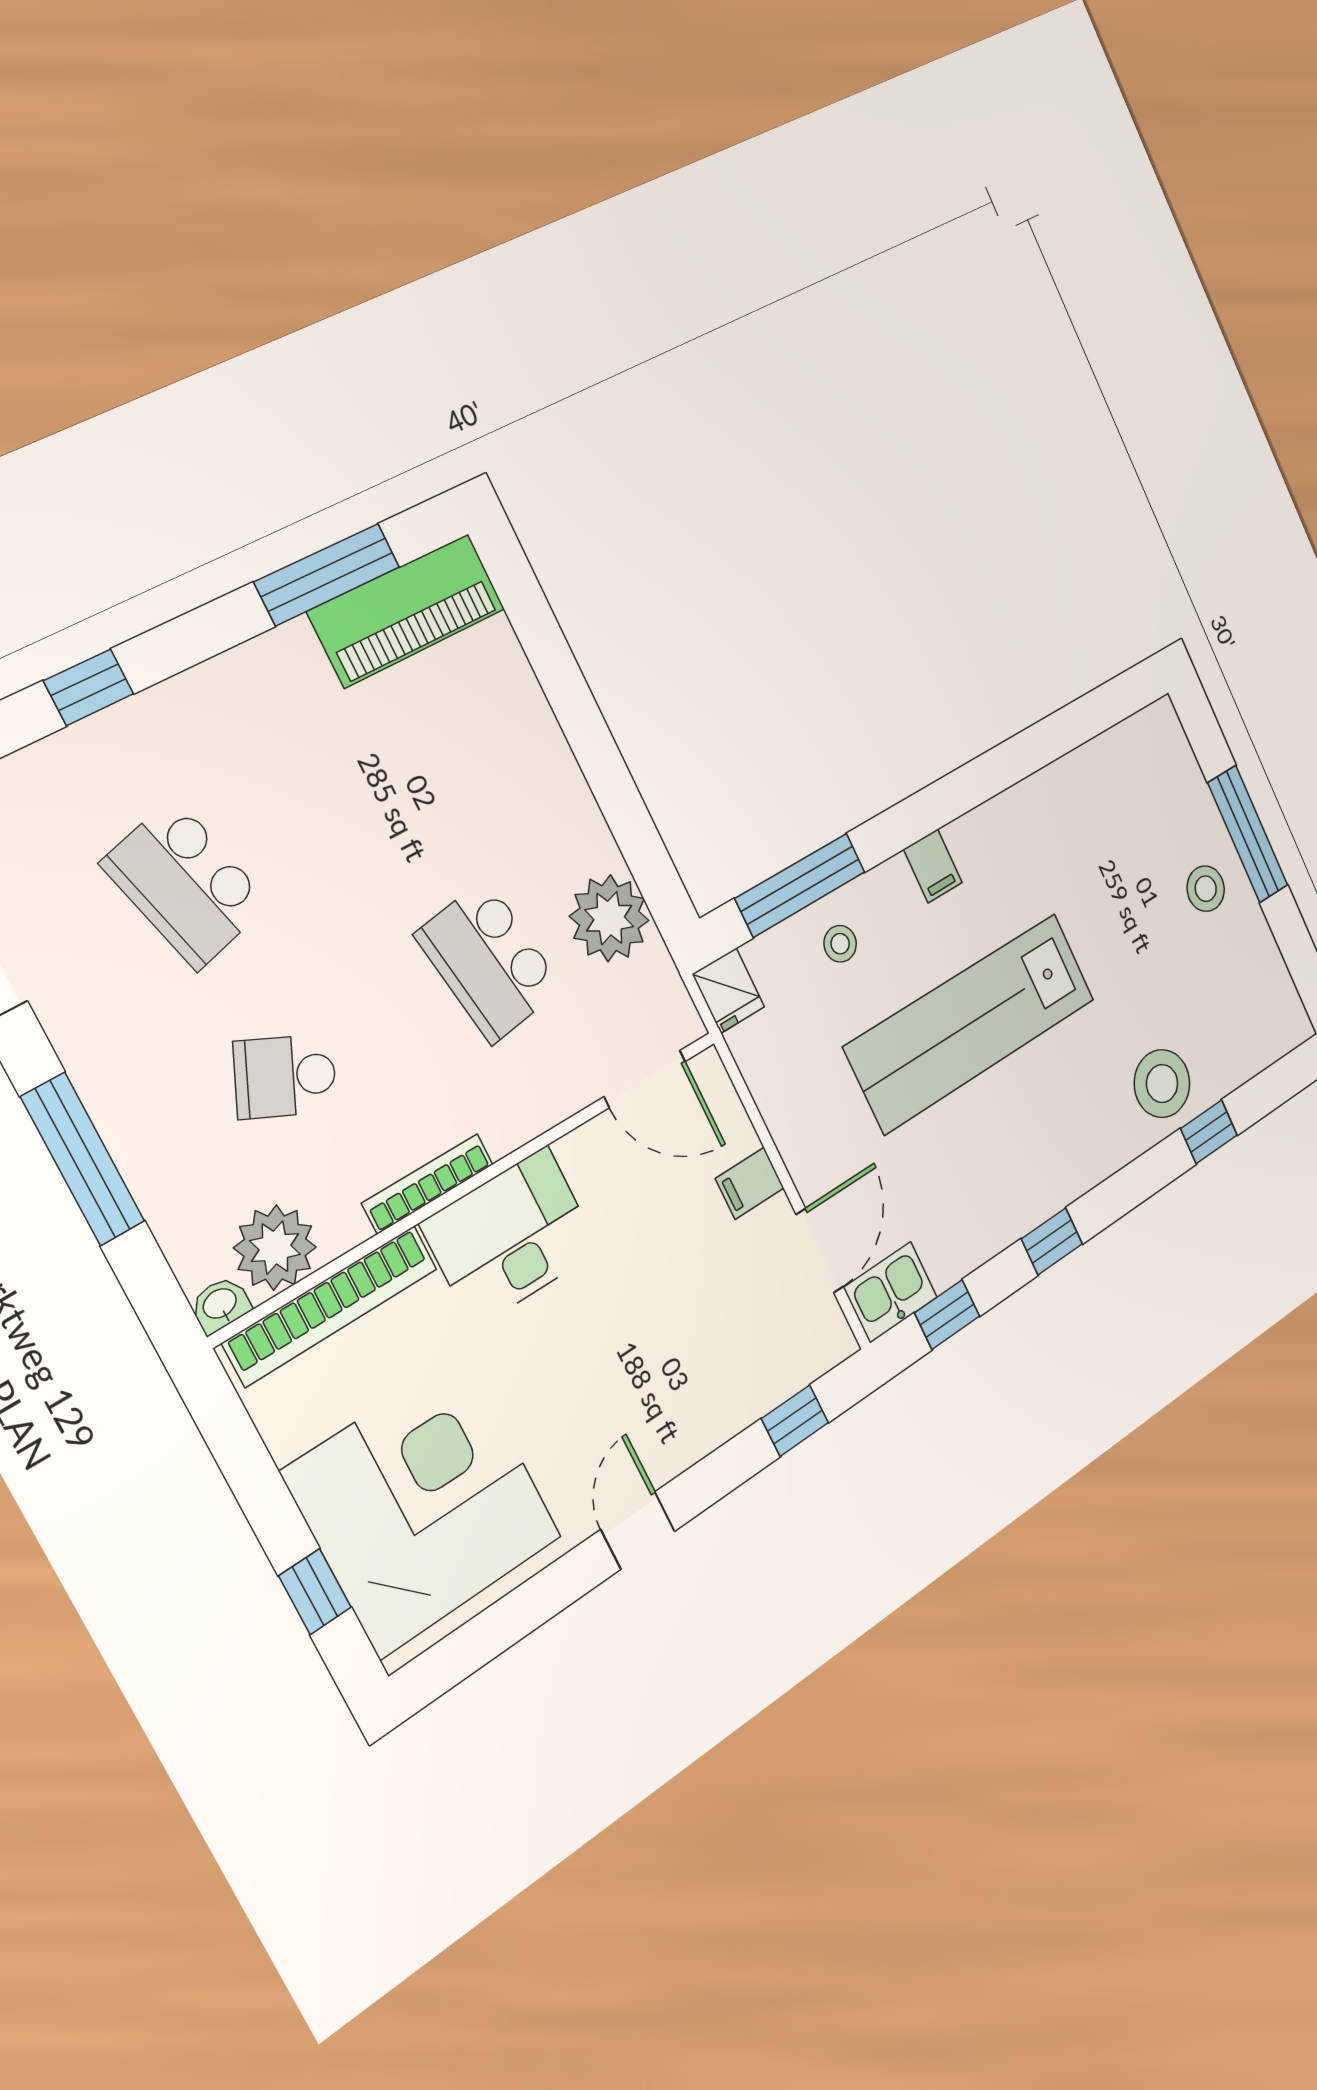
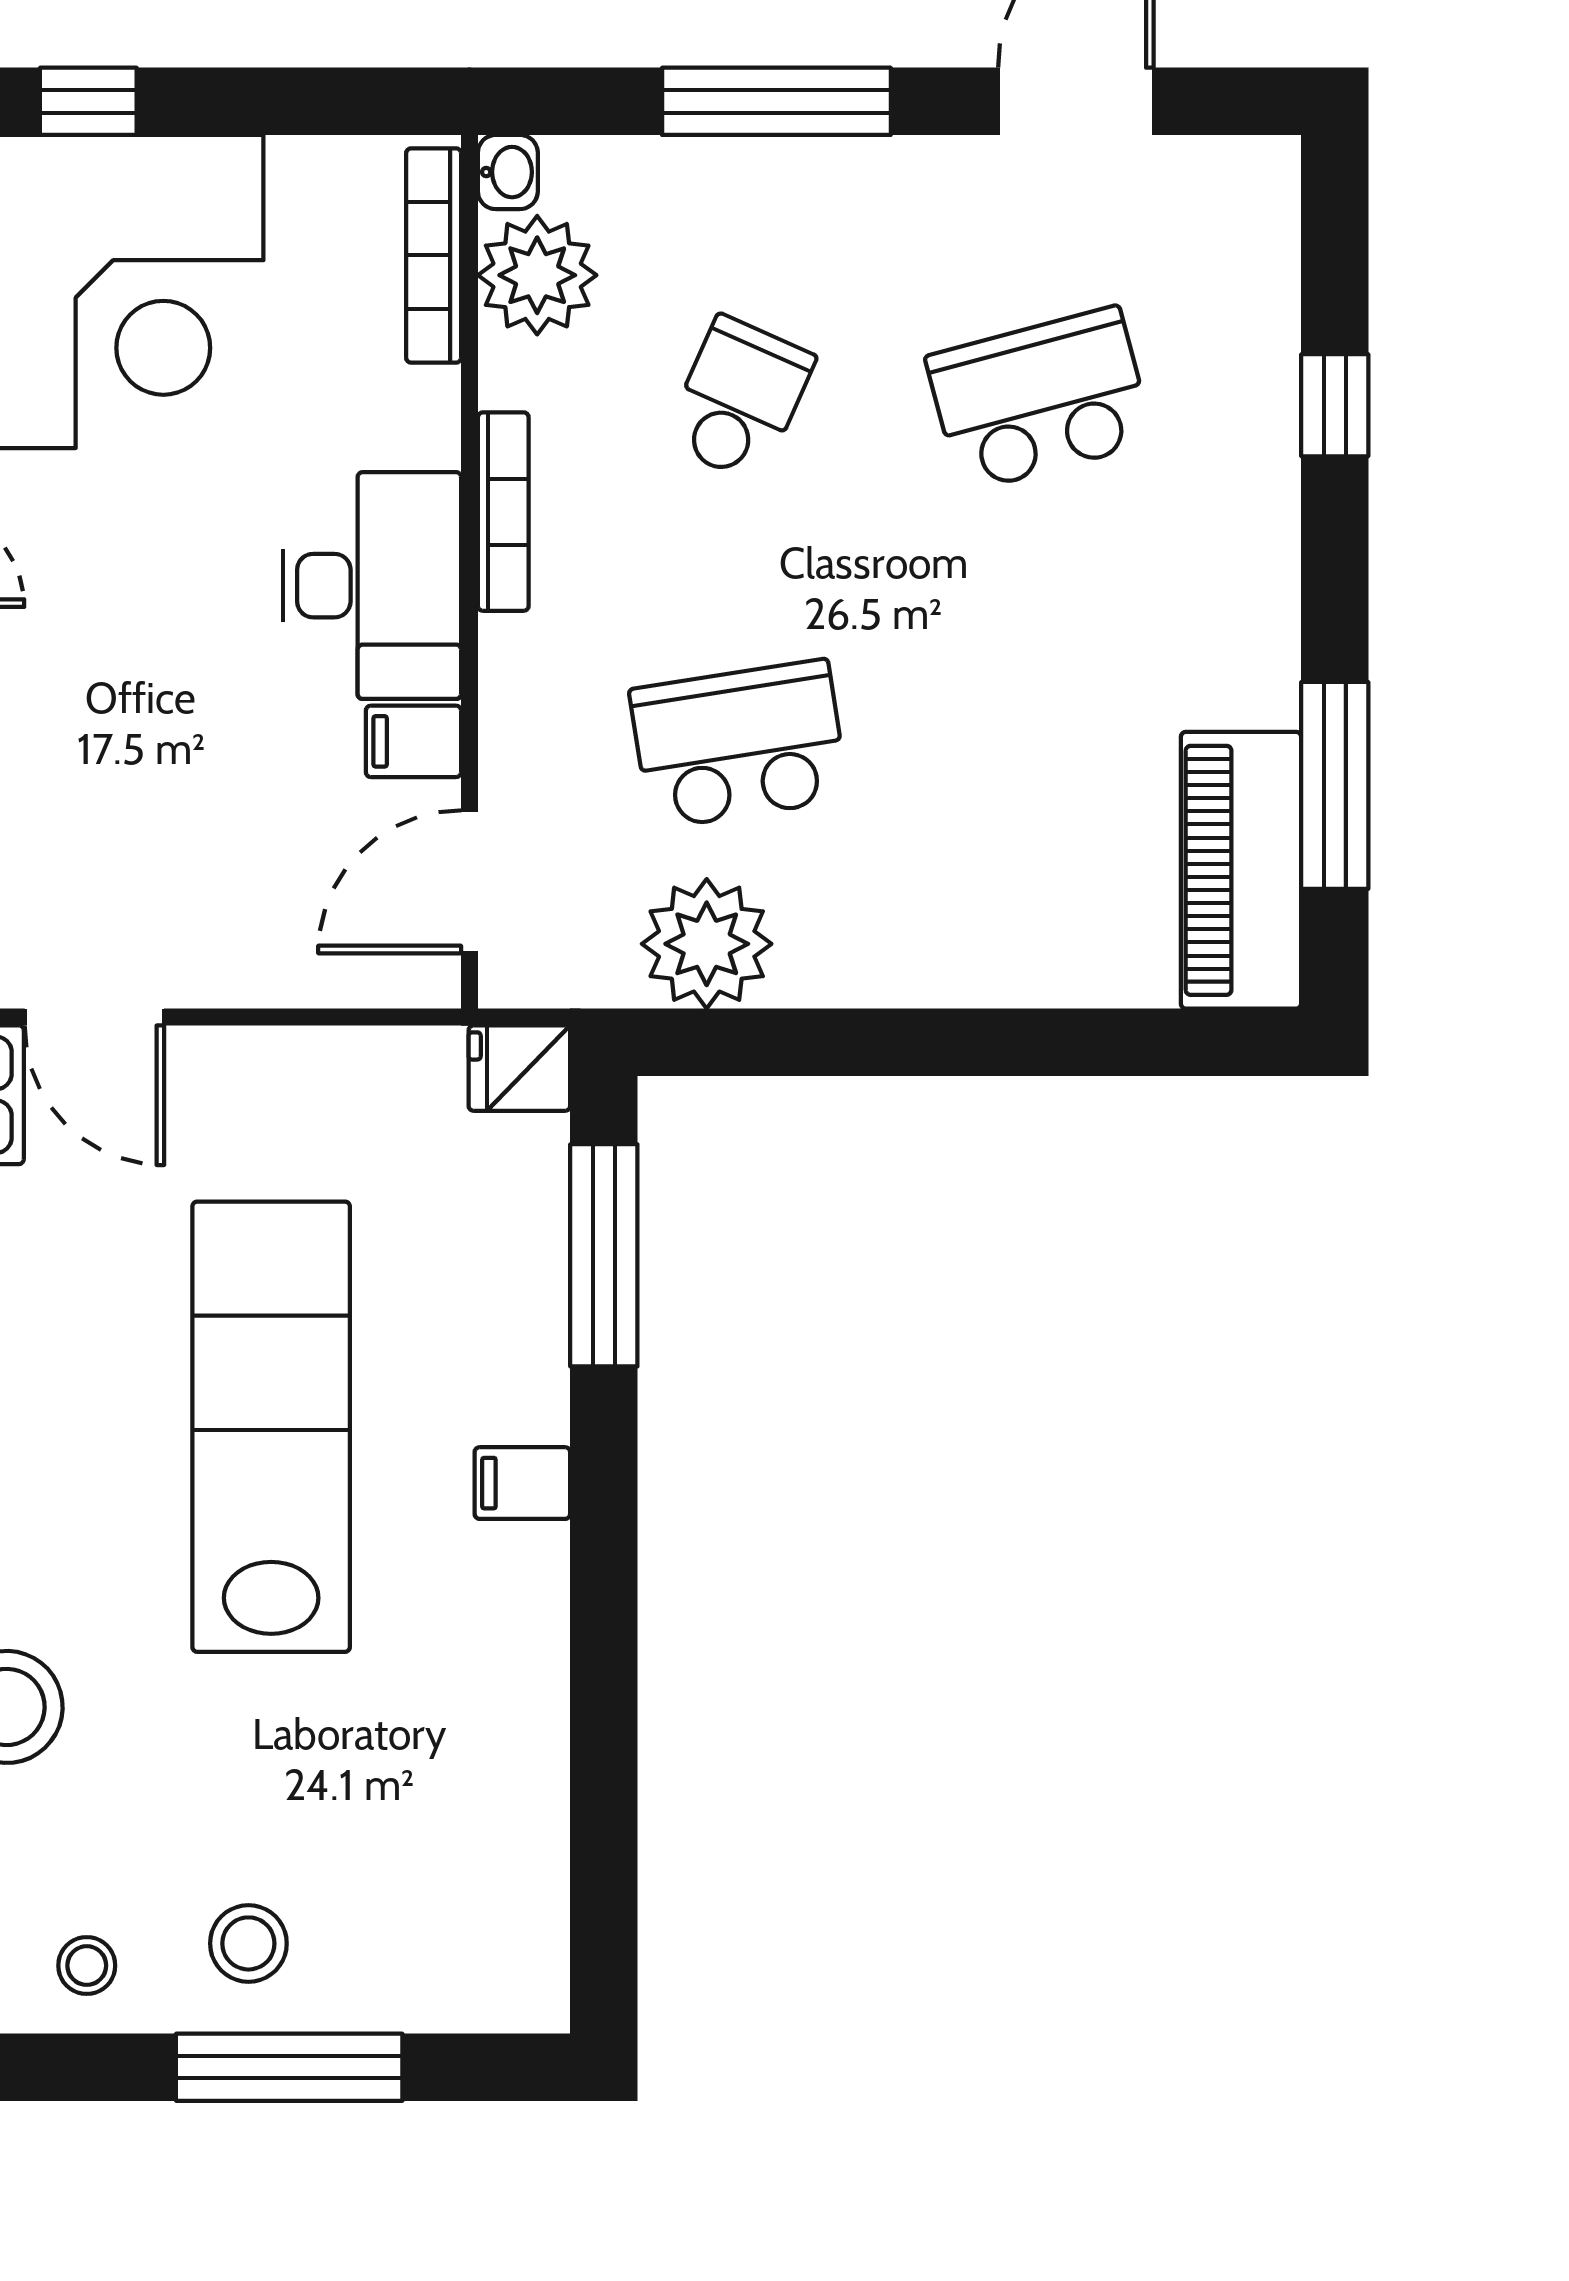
stool: (840, 944) -> (87, 1966), moved
filing cabinet: (750, 1183) -> (413, 741), moved, turned -90
bookcase: (331, 1305) -> (434, 255), width x0.68, depth x0.76

